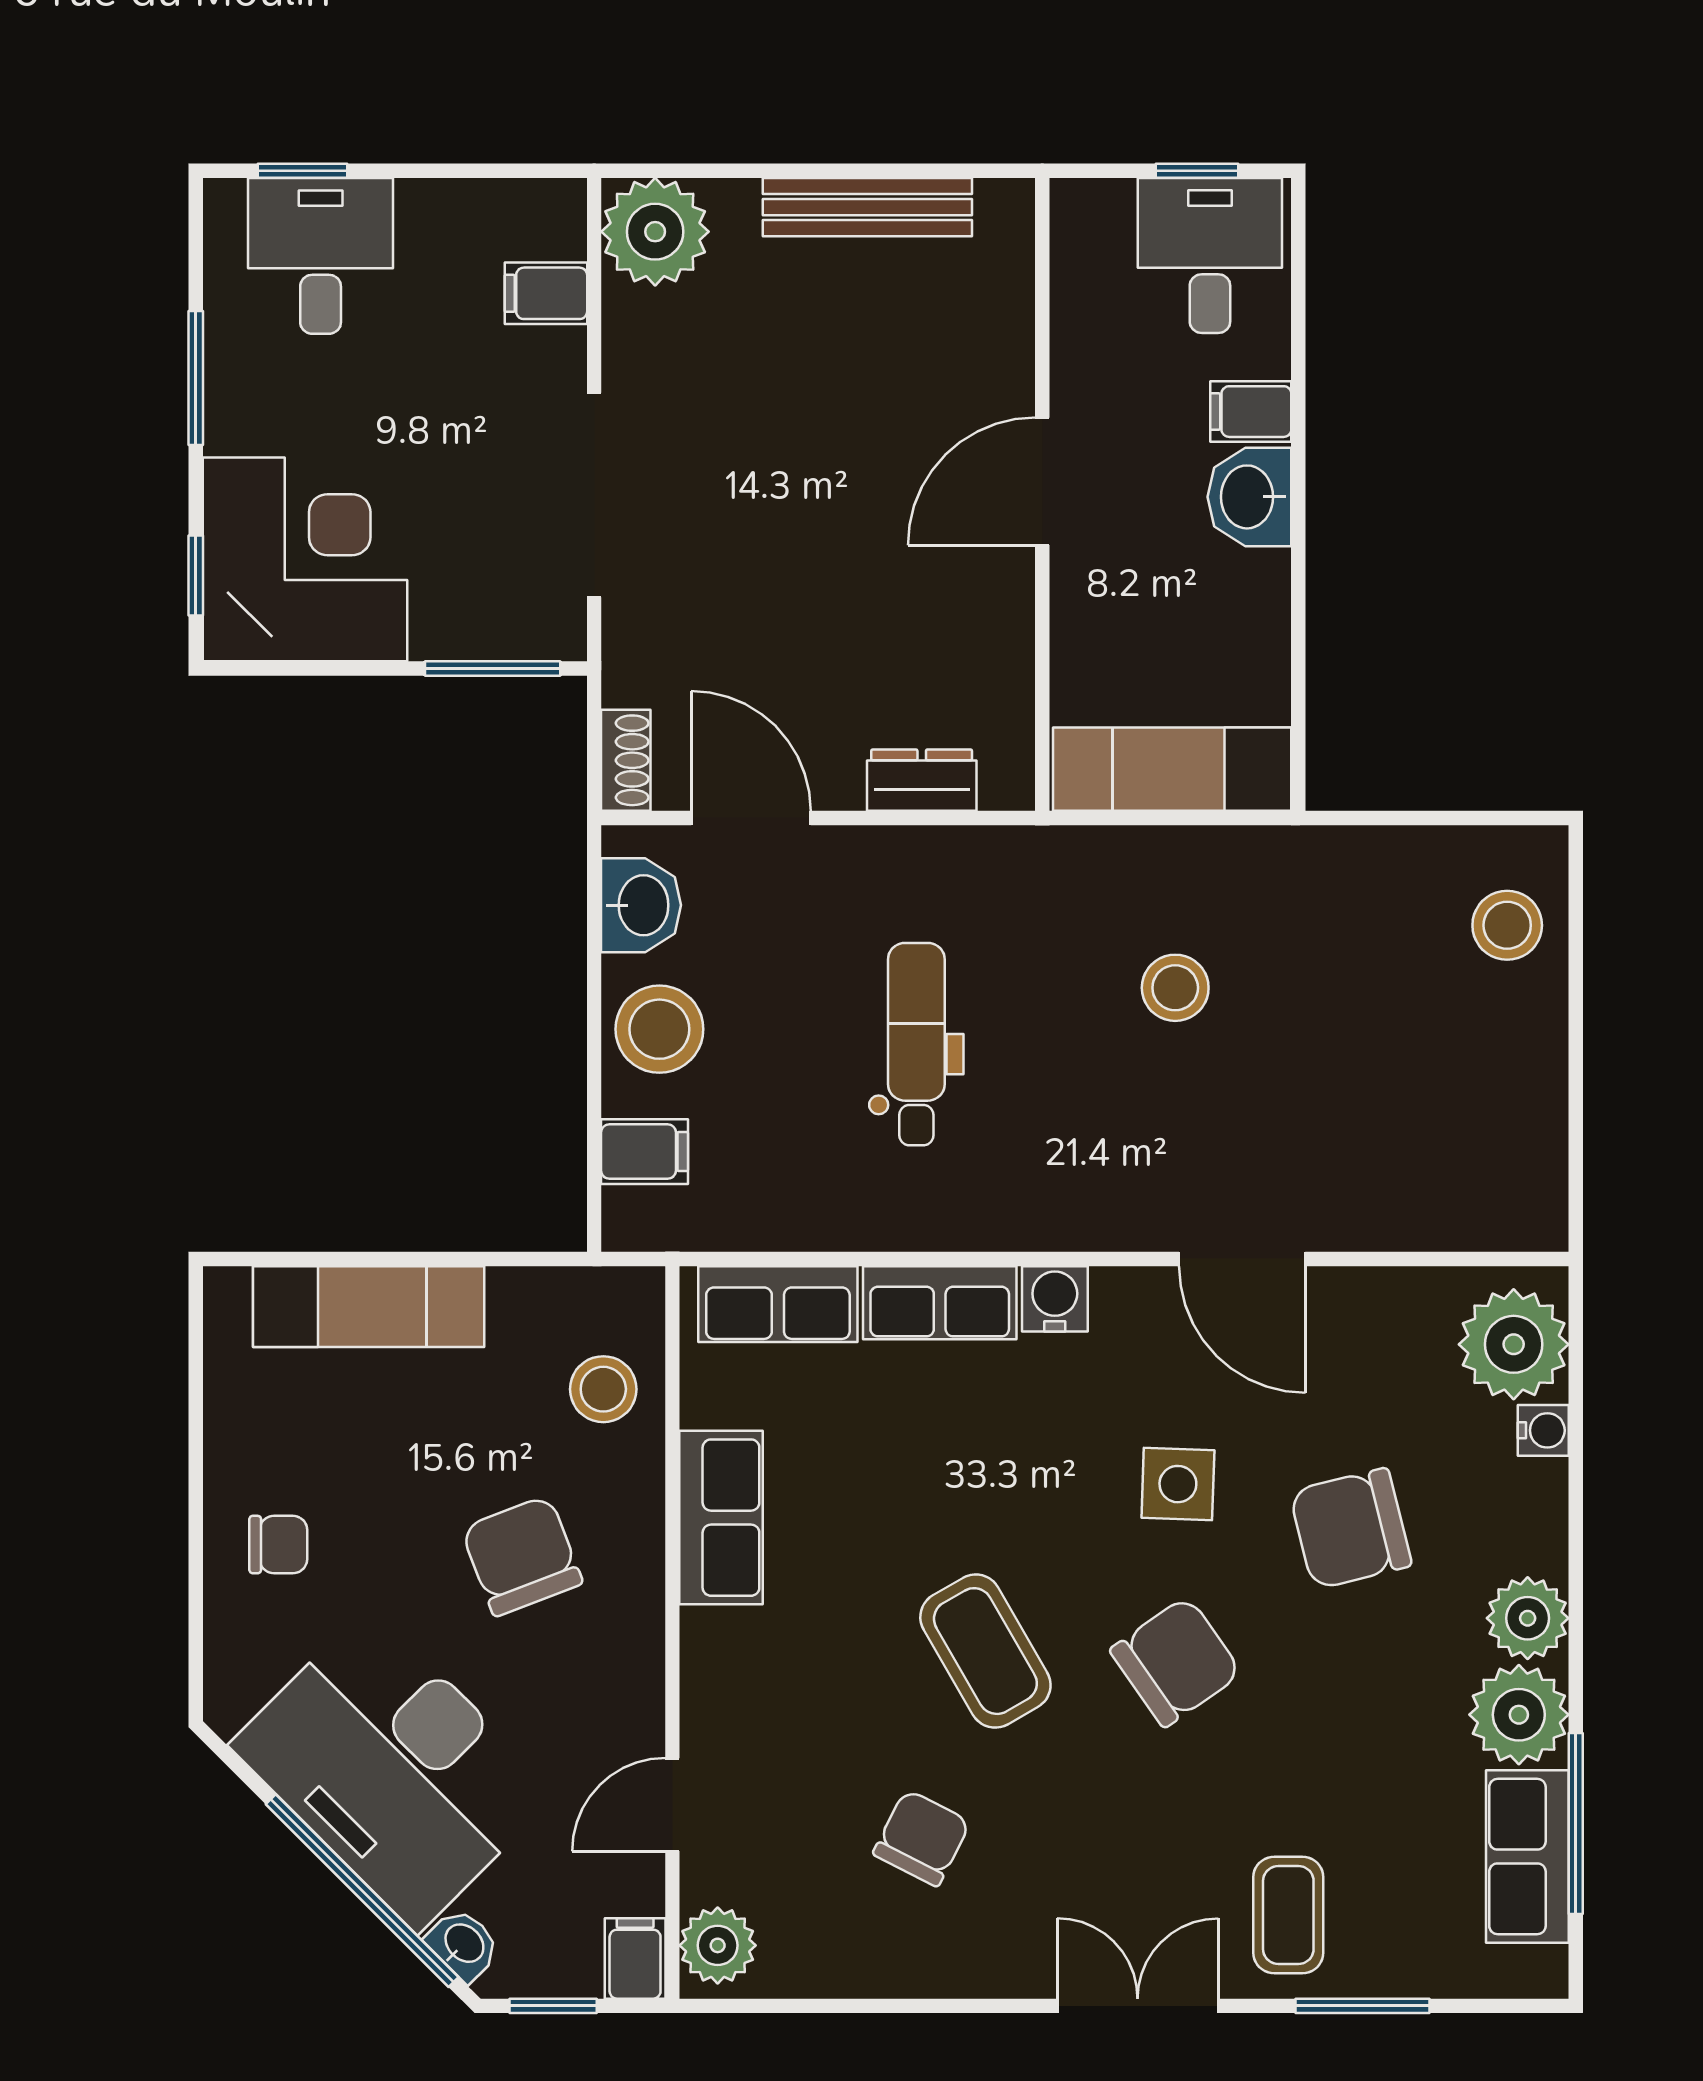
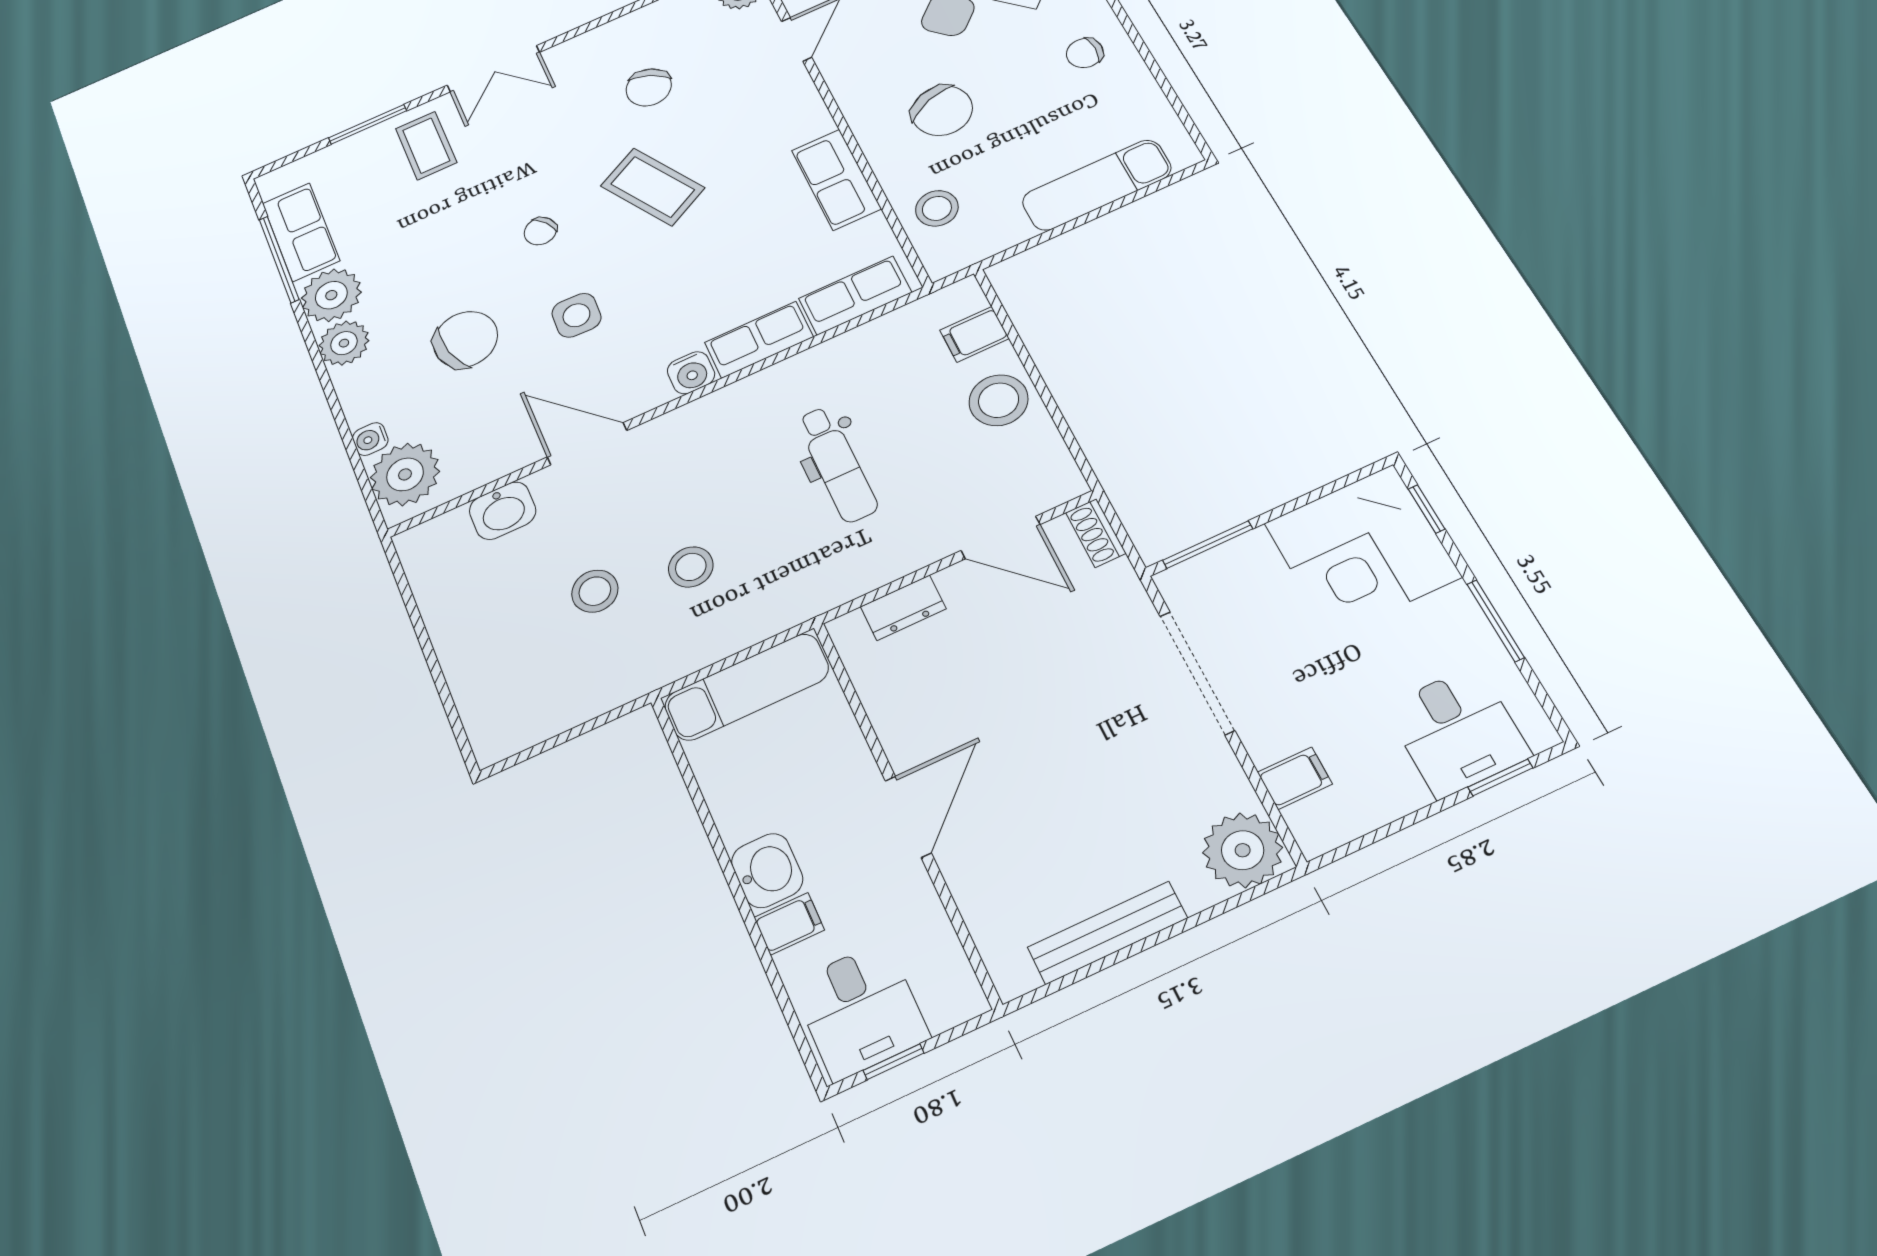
washbasin: (641, 905) -> (503, 511), moved, turned -90
stool: (1507, 925) -> (595, 591), moved
chair: (1176, 1662) -> (540, 231), width x0.54, depth x0.54

